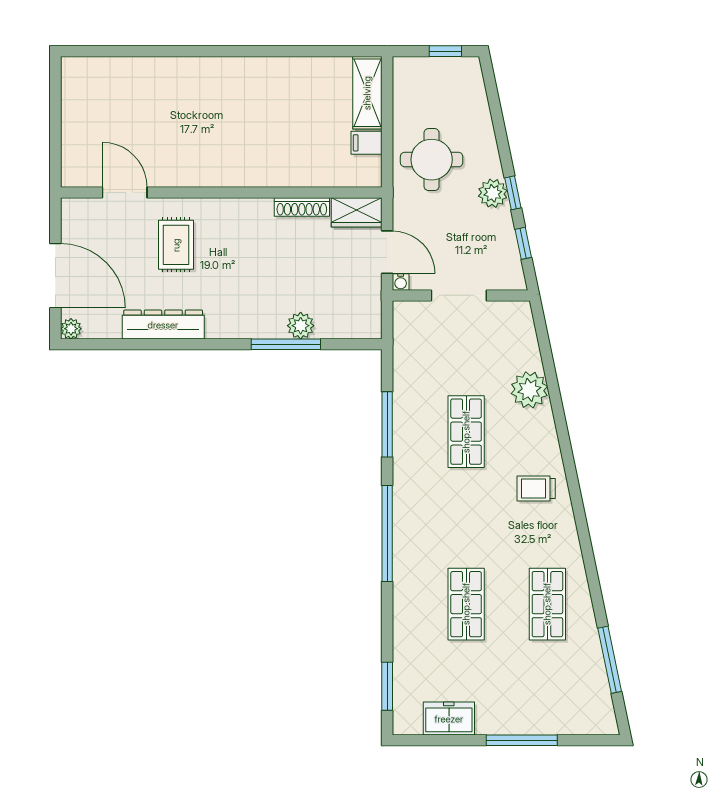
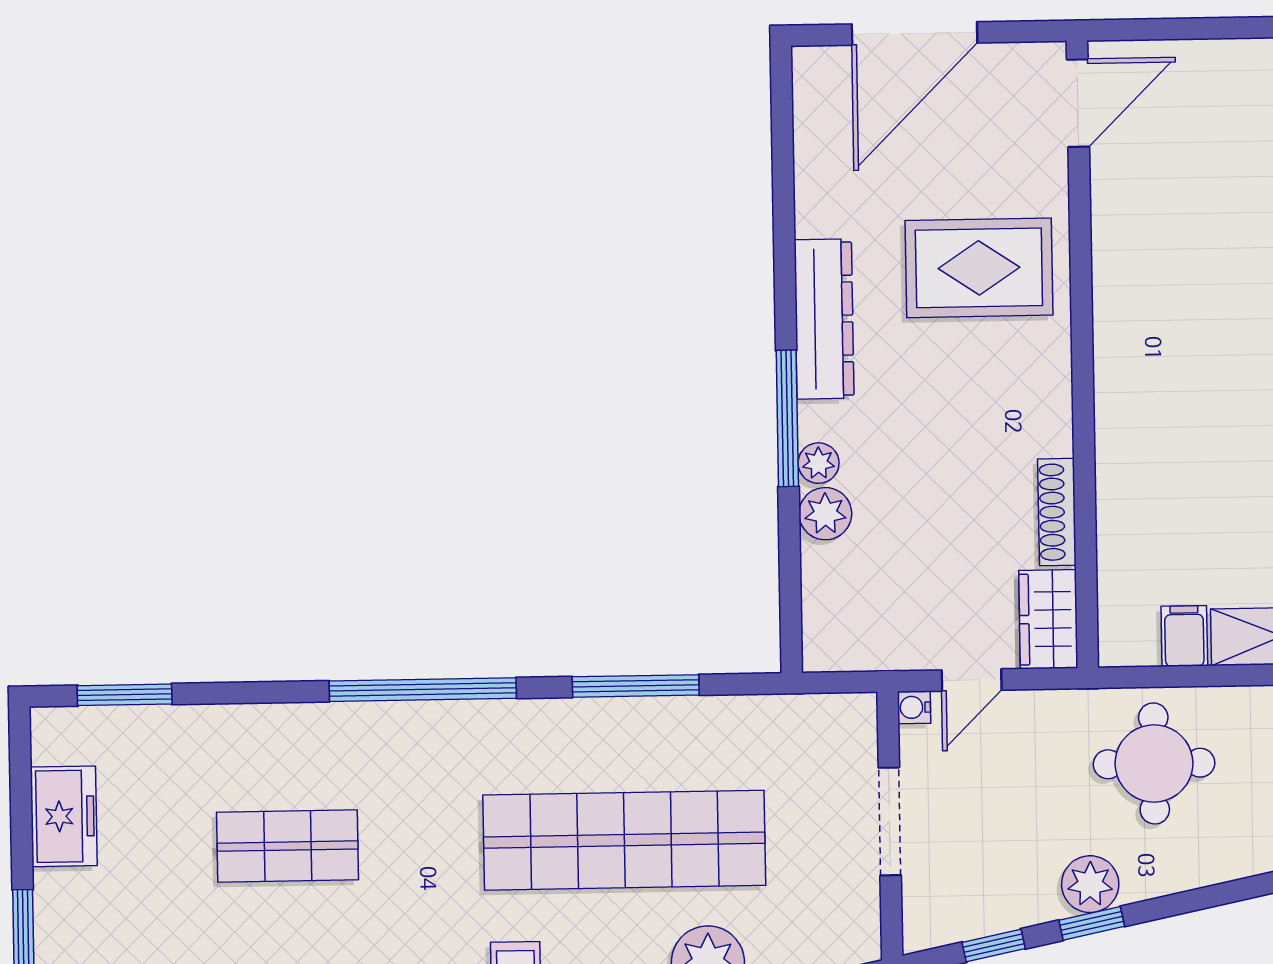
door: (125, 193) -> (1078, 103), moved
rug: (176, 245) -> (979, 268), width x1.36, depth x1.43
door: (387, 252) -> (972, 680), width x0.73
dresser: (163, 325) -> (824, 319), moved
plant: (71, 329) -> (819, 463), moved
window: (286, 344) -> (787, 418), moved
shop shelf: (466, 432) -> (624, 840), width x2.00, depth x1.36

